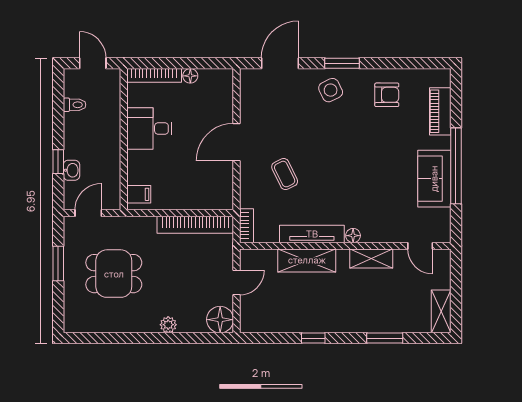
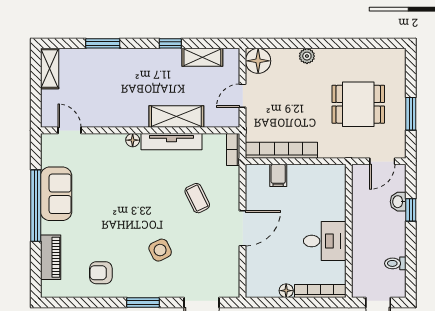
side table: (331, 90) -> (160, 250), moved
filing cabinet: (139, 194) -> (278, 175), moved, turned -90
shelving: (371, 259) -> (202, 57), moved

